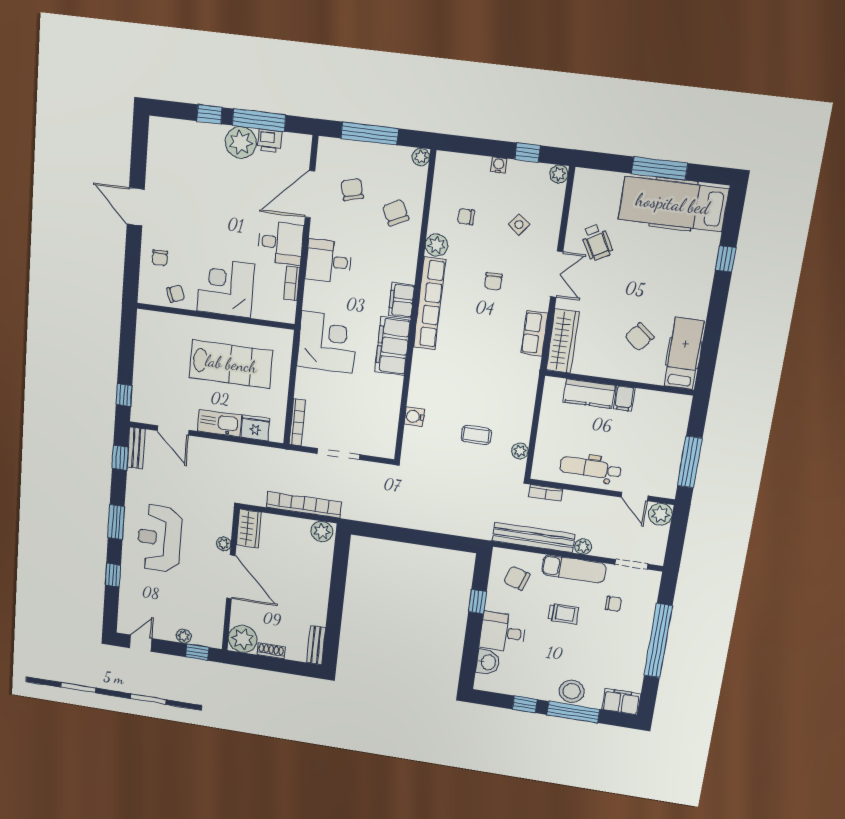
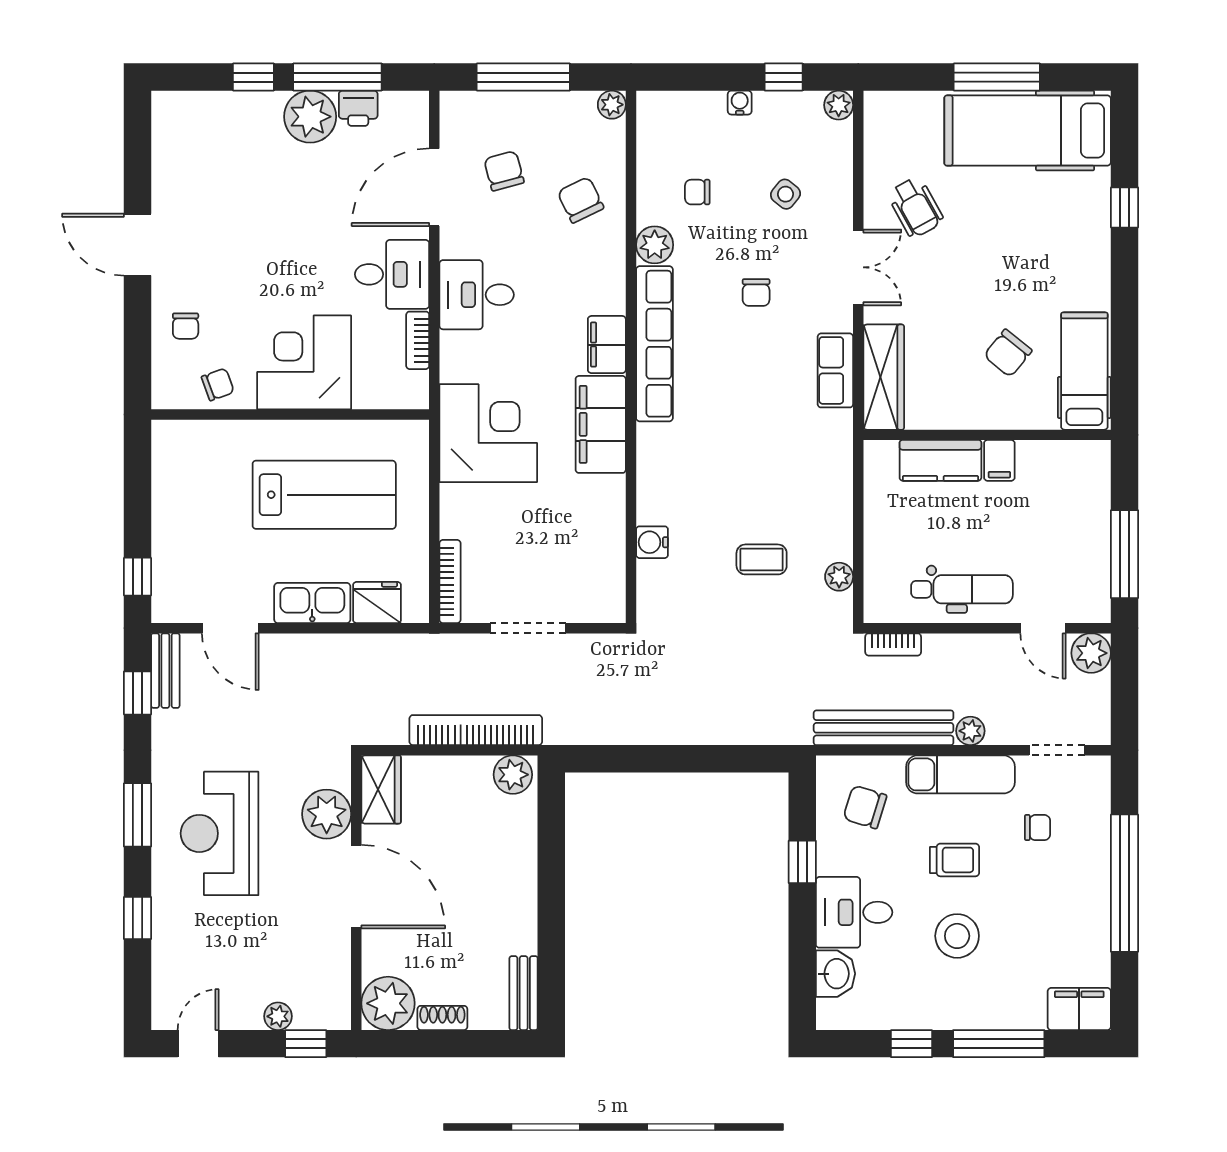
dental chair: (590, 468) -> (962, 589), turned 180
plant: (224, 544) -> (327, 814), width x1.88, depth x1.88
stool: (572, 691) -> (957, 936), moved

